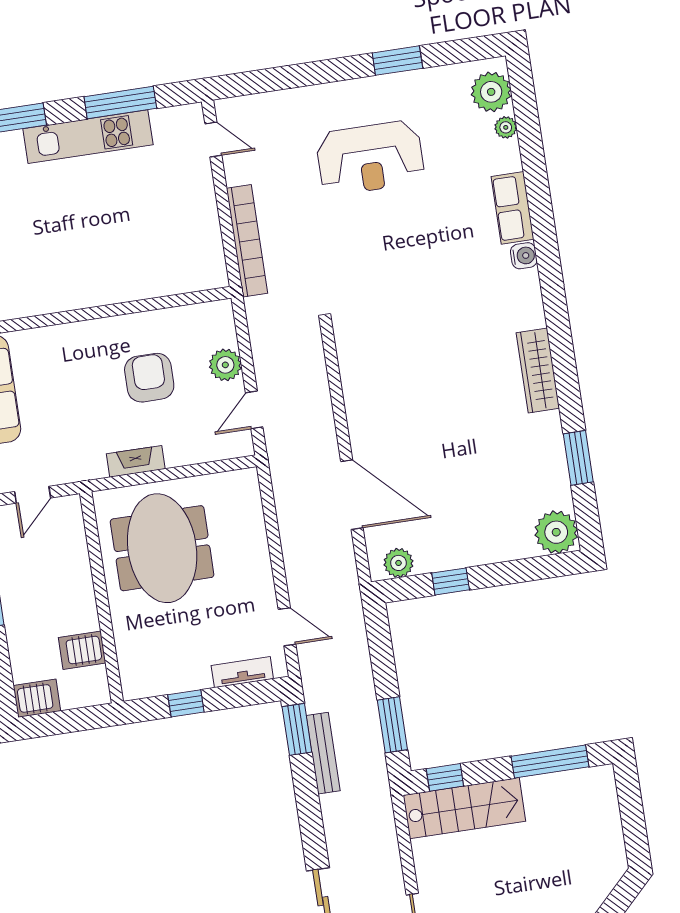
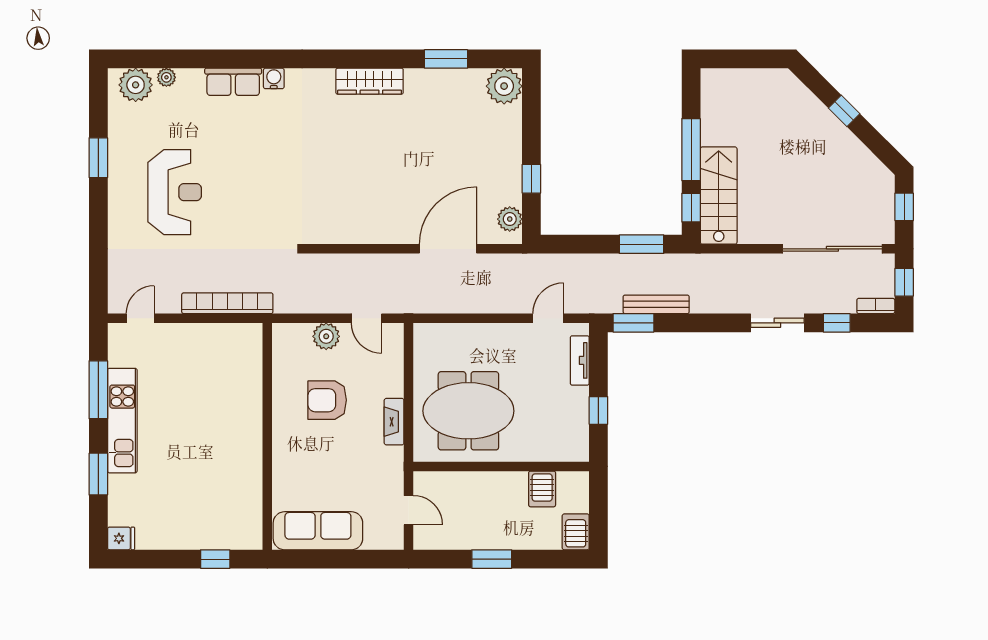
window: (550, 761) -> (691, 150), moved

